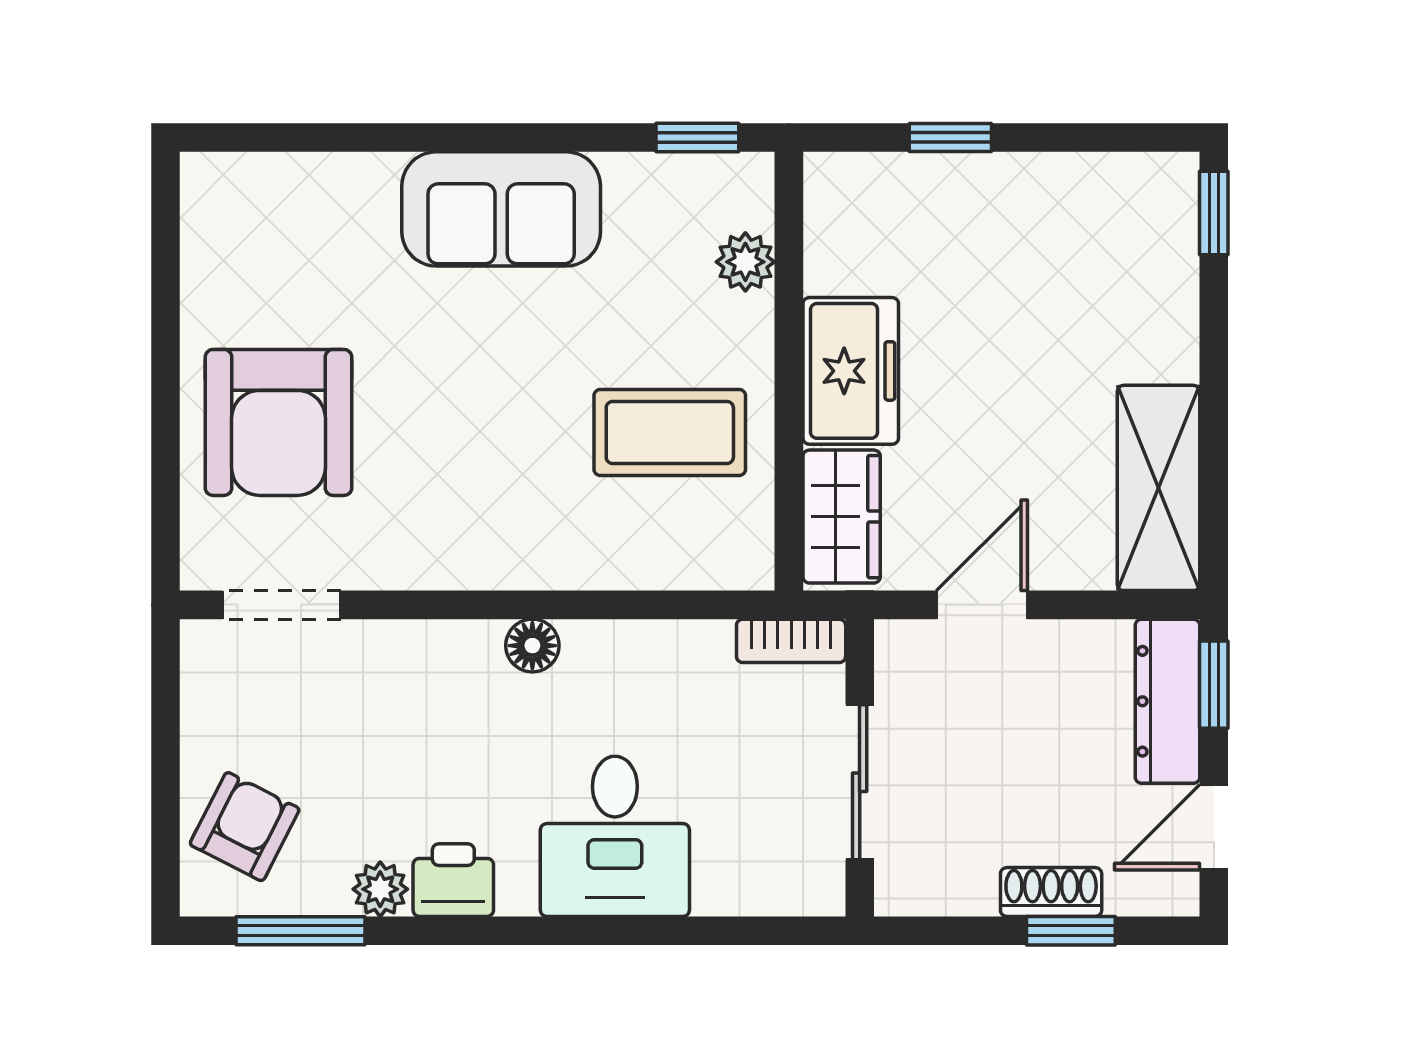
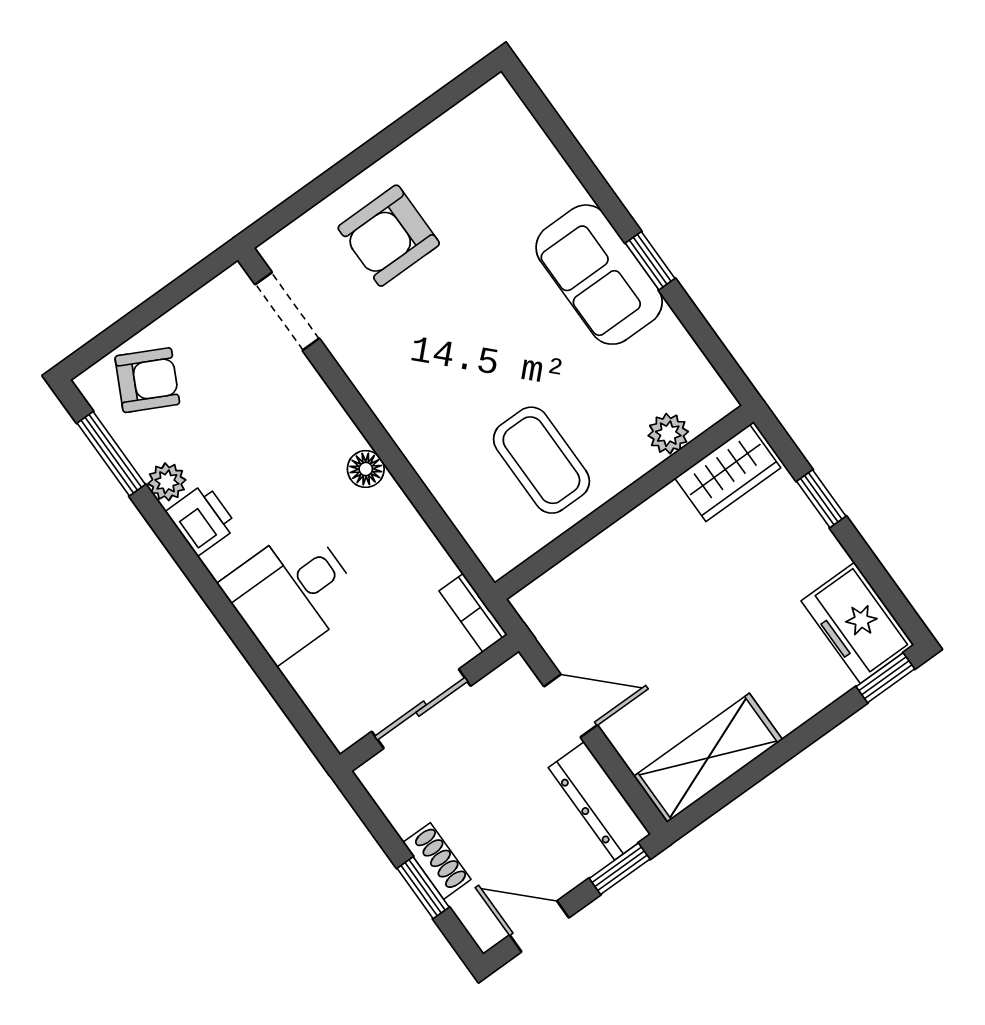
window: (697, 137) -> (650, 261), moved
freezer: (851, 371) -> (858, 623), moved, turned 90
armchair: (278, 422) -> (389, 236), width x0.73, depth x0.73
wardrobe: (842, 517) -> (728, 473), moved
dresser: (1167, 701) -> (599, 801), moved, turned -90

